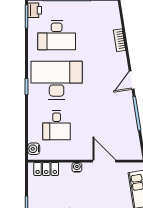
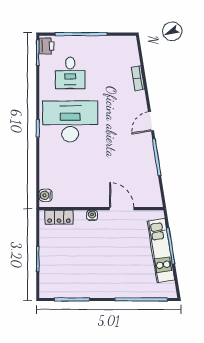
desk: (57, 35) -> (70, 73), width x0.73
desk: (57, 125) -> (70, 170), removed

